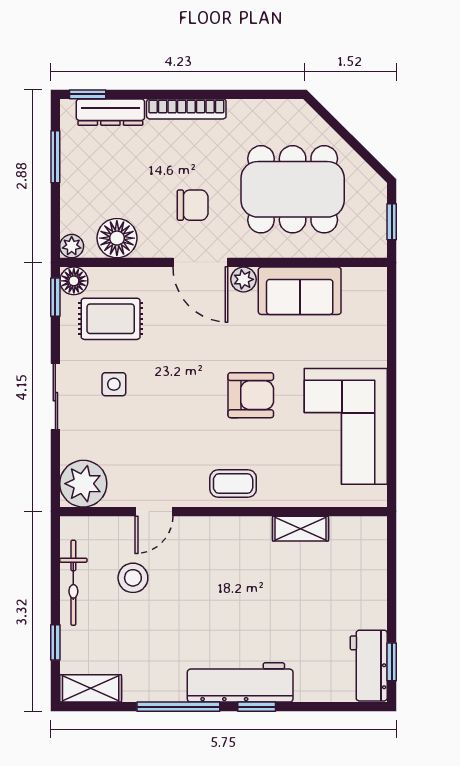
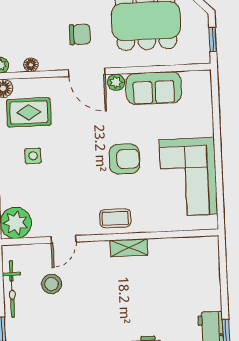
floor lamp: (117, 238) -> (31, 65), width x0.53, depth x0.53
shelving: (300, 529) -> (129, 248), moved

